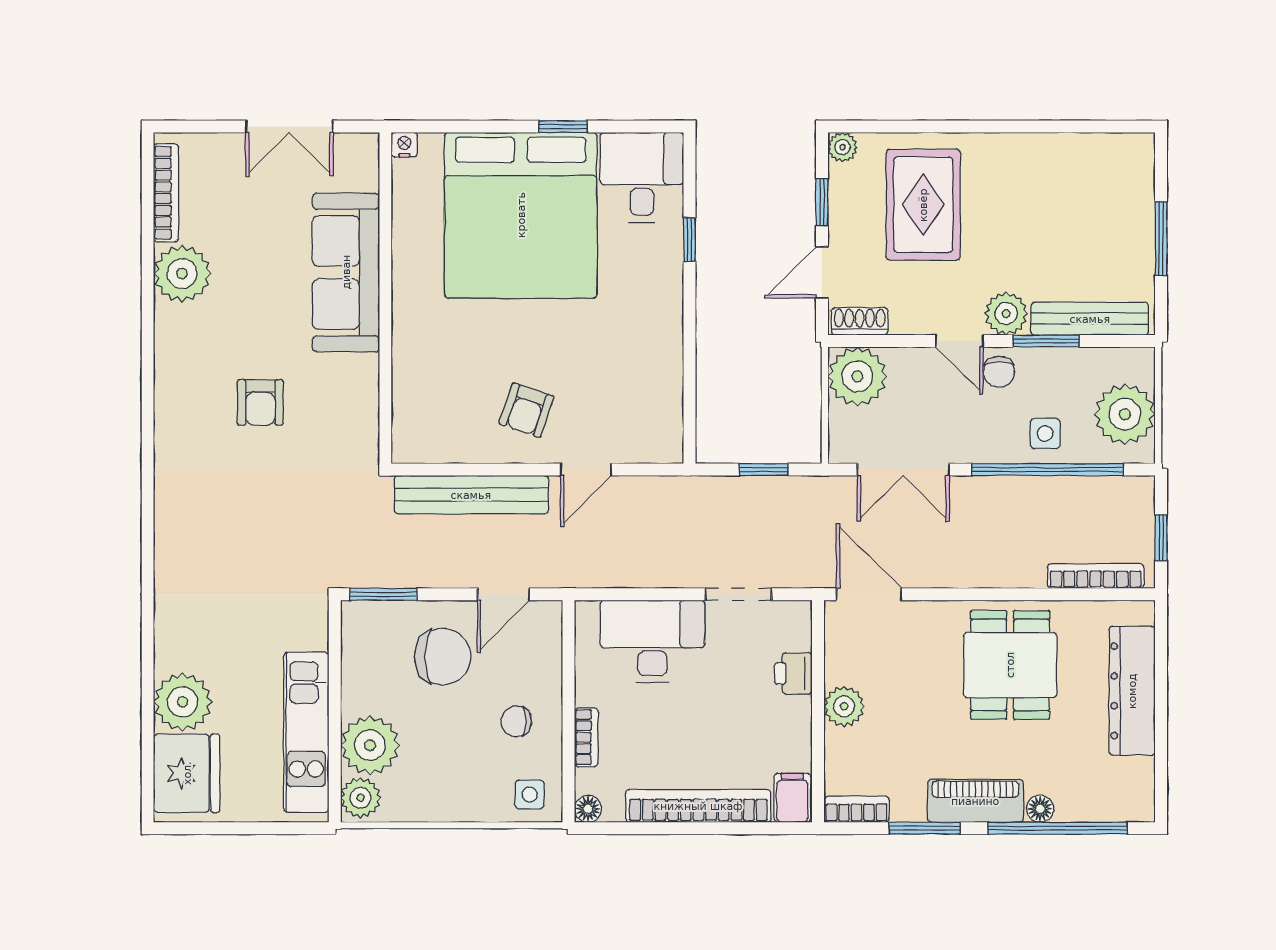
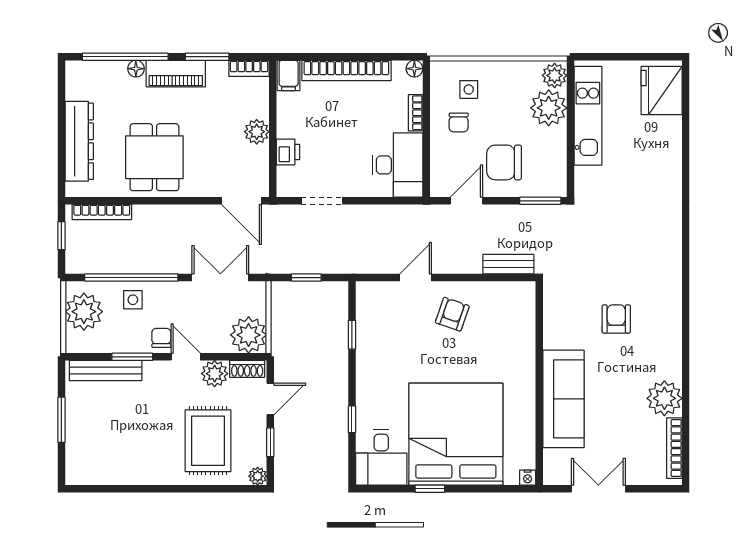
plant: (1006, 314) -> (215, 374), moved
window: (689, 377) -> (352, 335), added
bench: (471, 495) -> (508, 264), width x0.54, depth x0.82
desk: (653, 641) -> (397, 165), moved, turned -90
plant: (183, 702) -> (664, 134), removed
chair: (516, 721) -> (459, 122), turned 90
side table: (530, 795) -> (469, 89), moved

